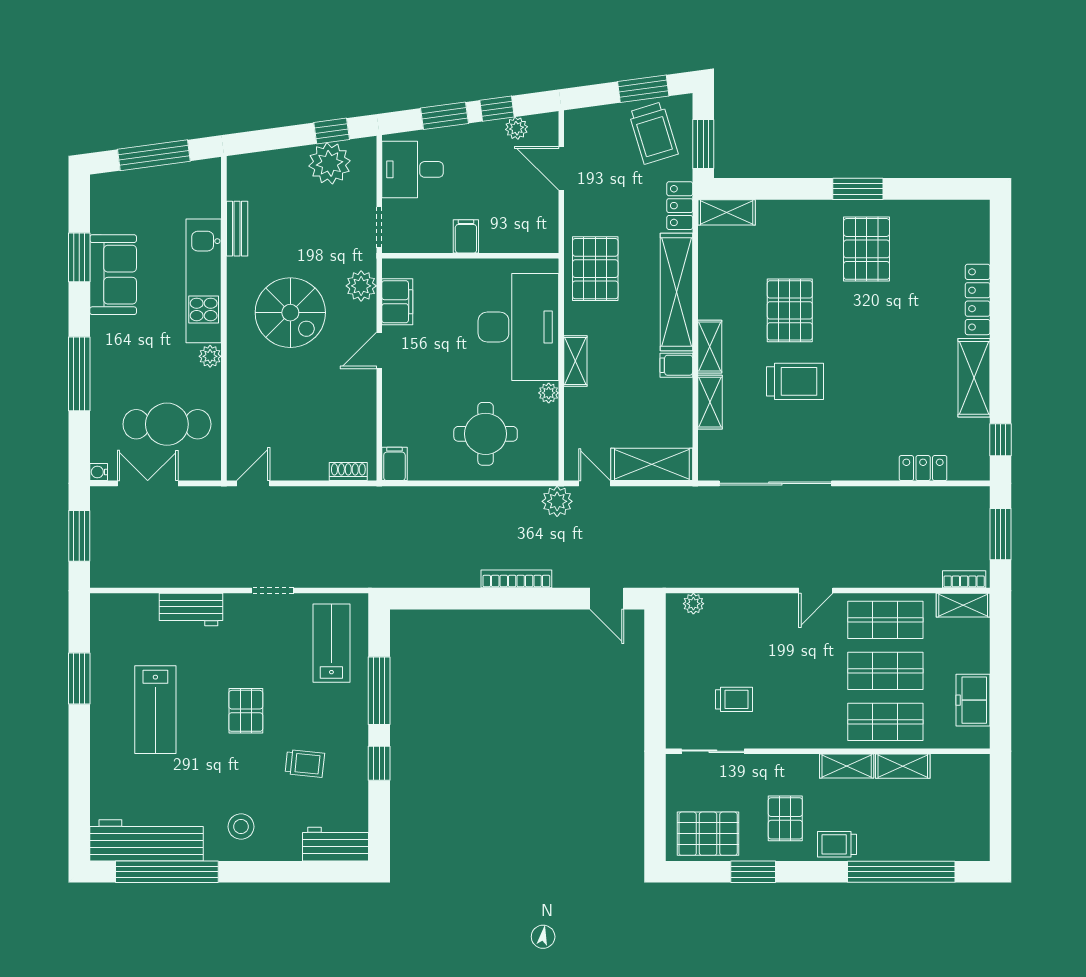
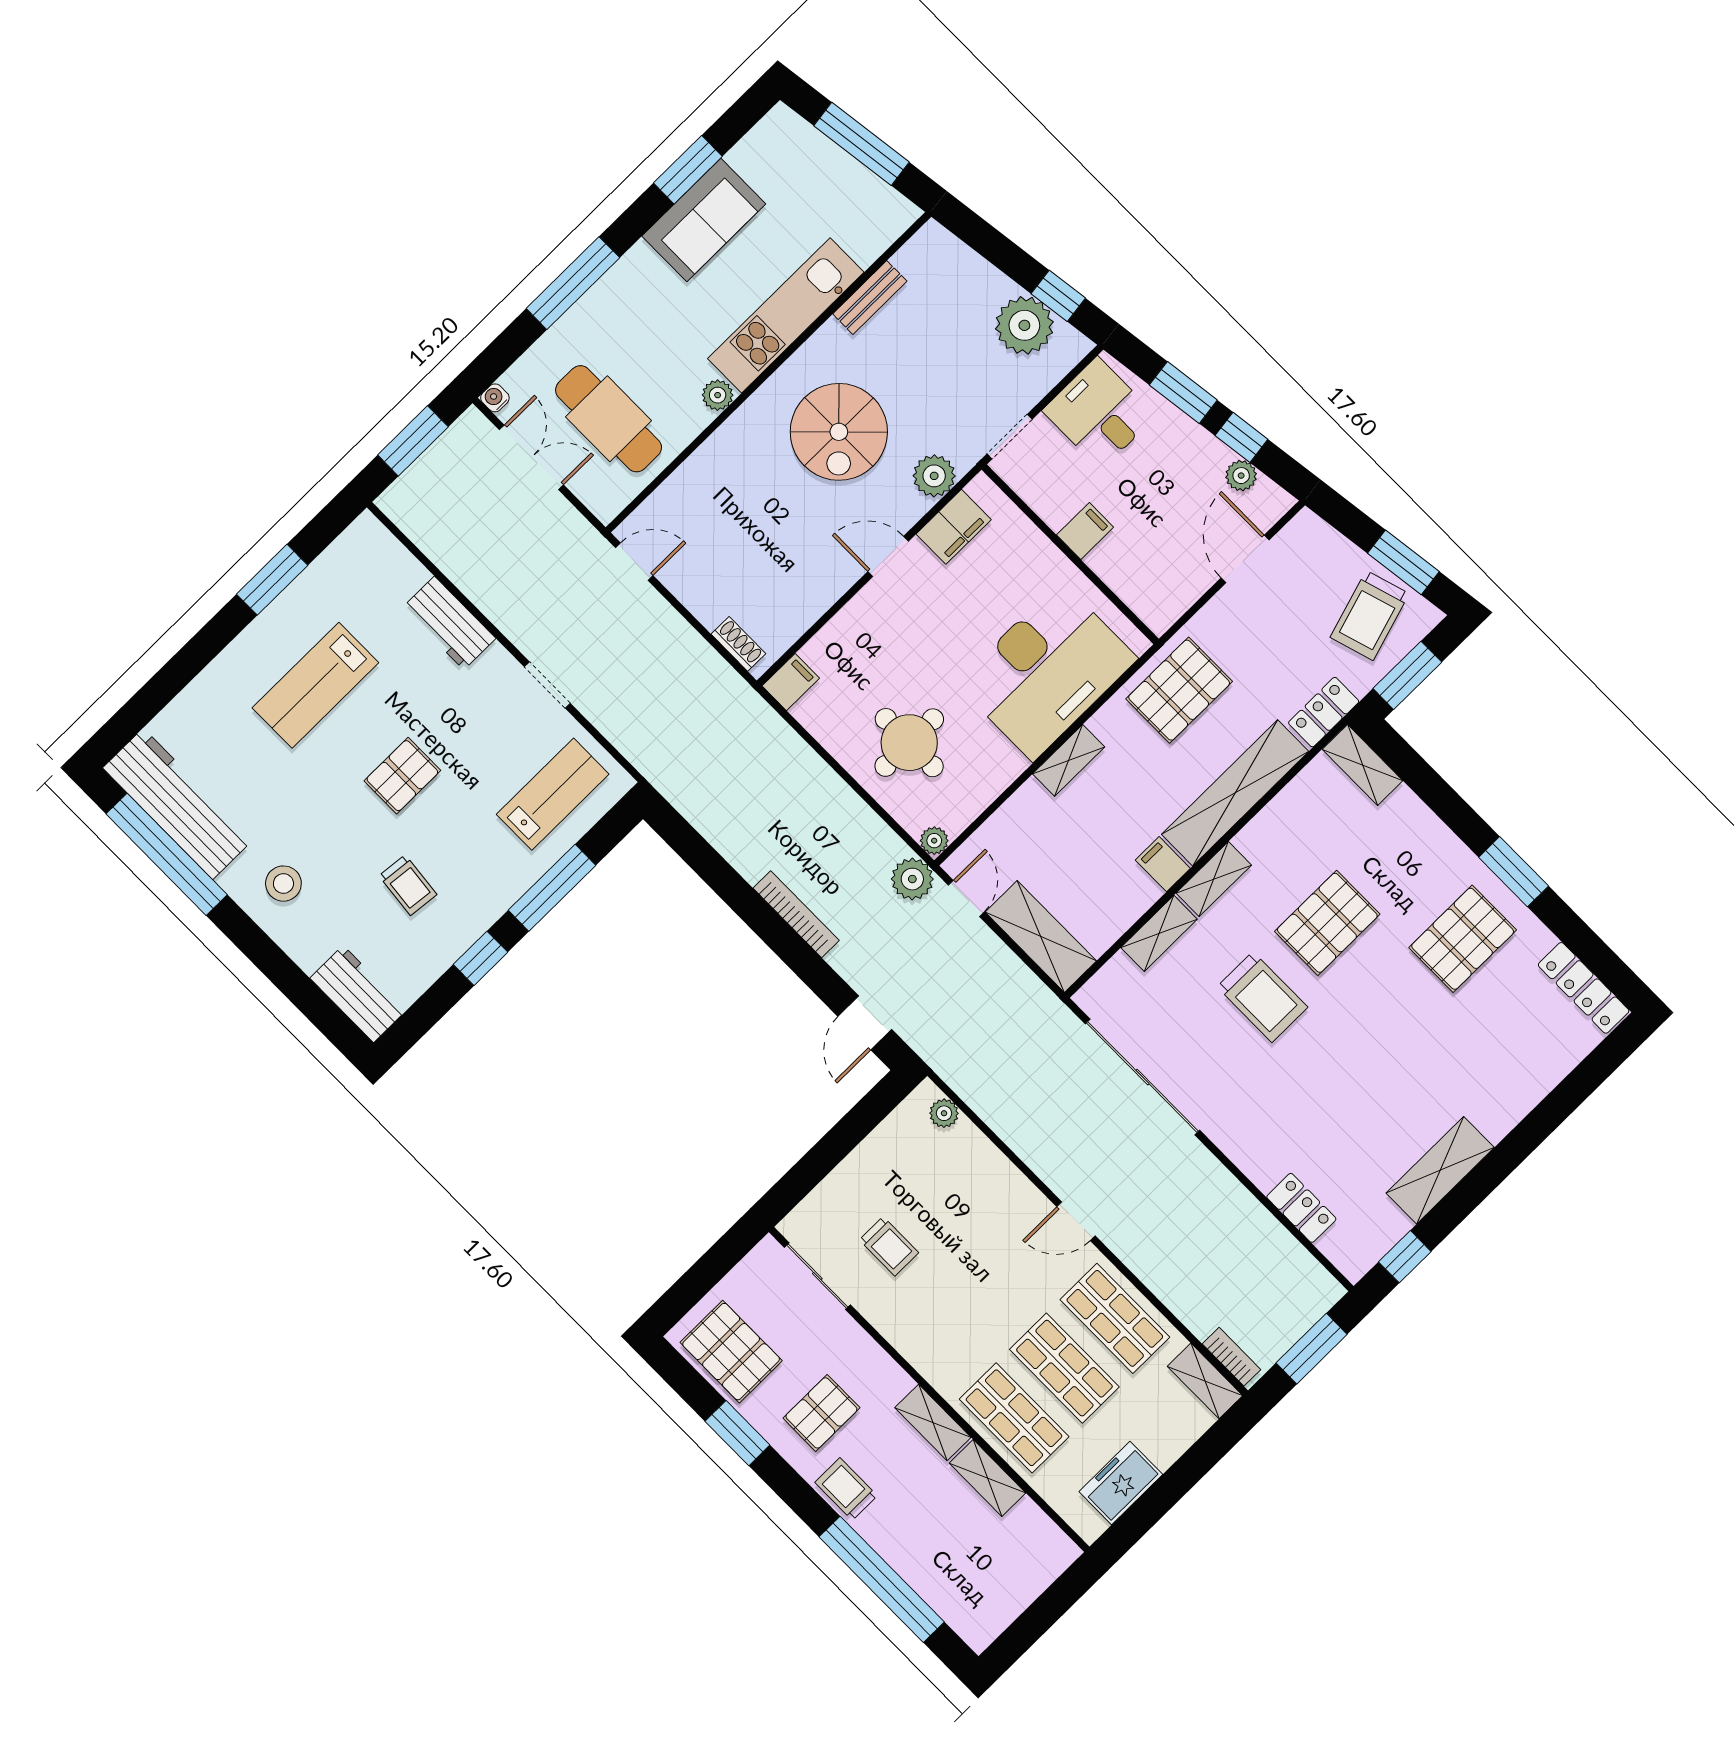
locker: (978, 299) -> (1584, 988), moved, turned -90
plant: (549, 393) -> (934, 841), moved

